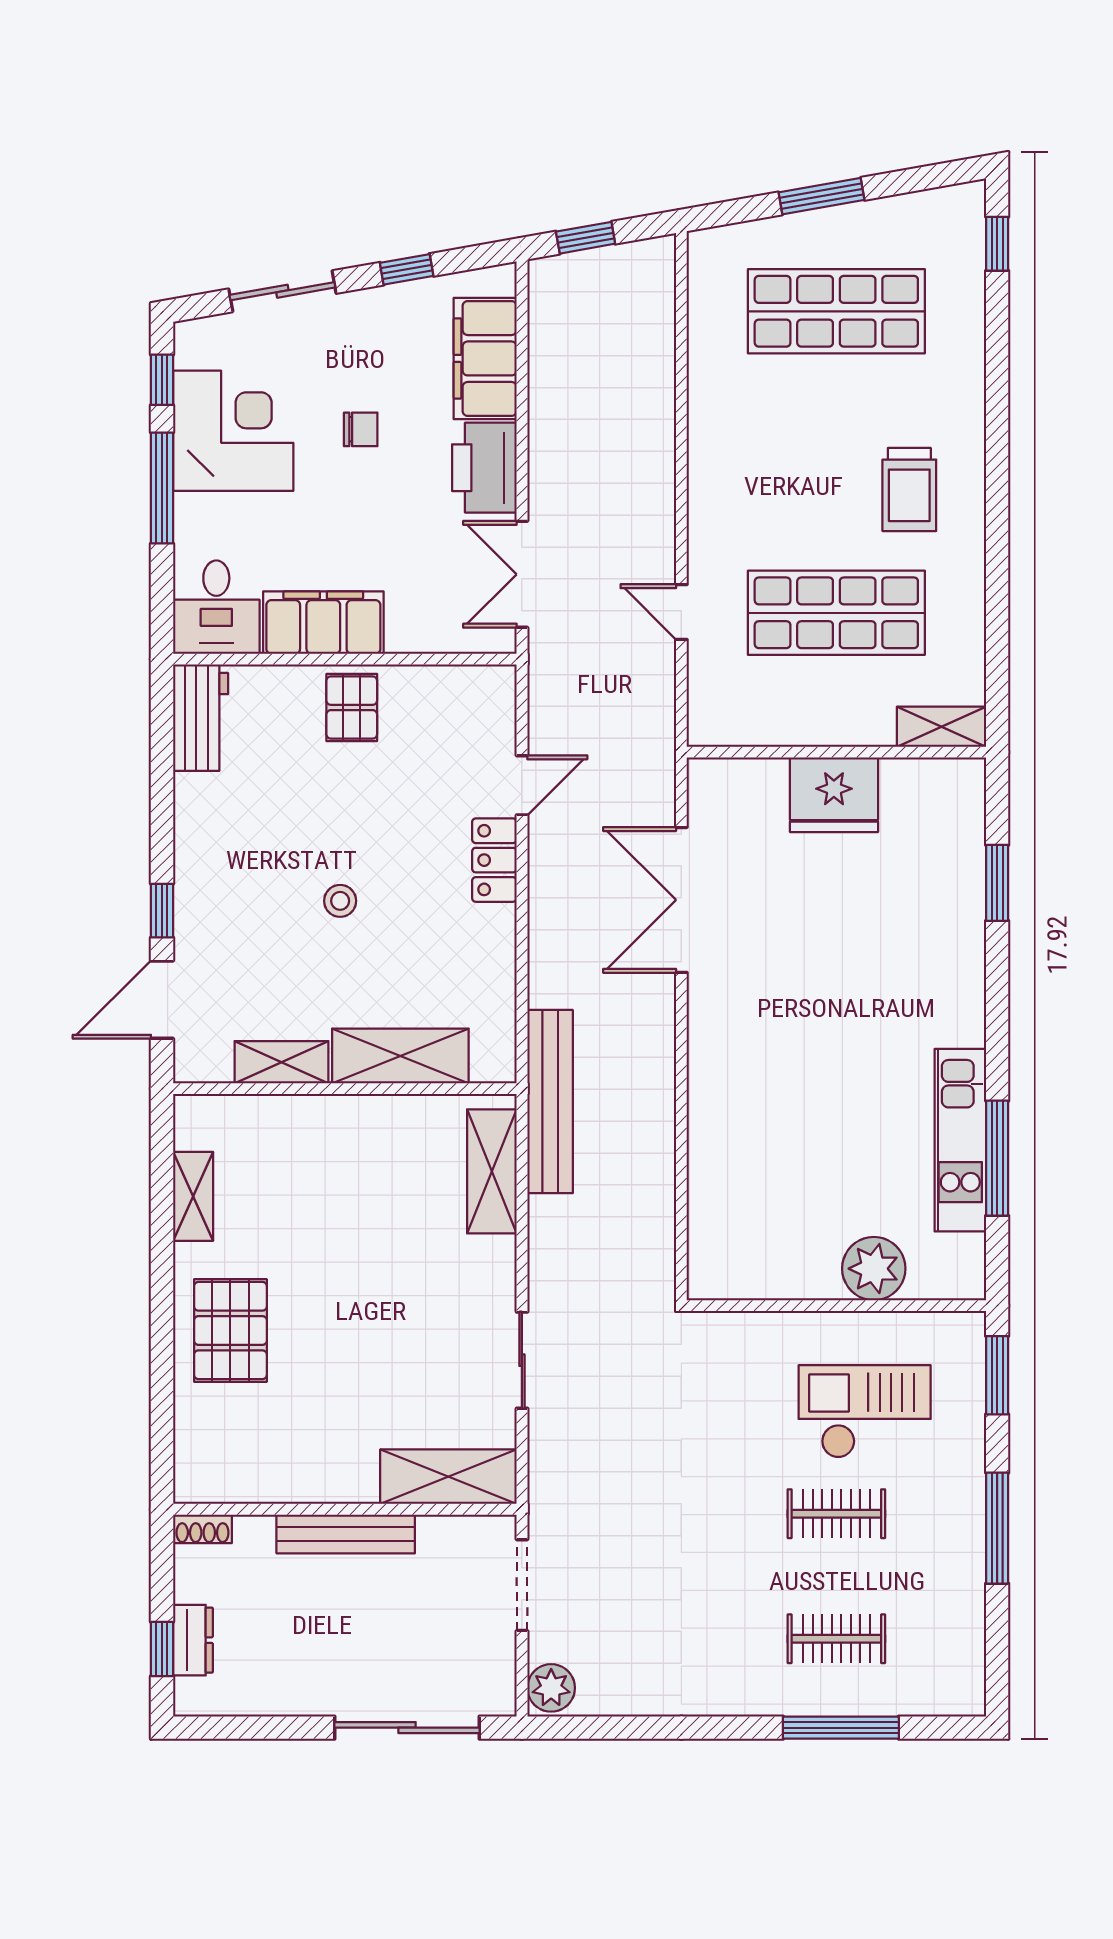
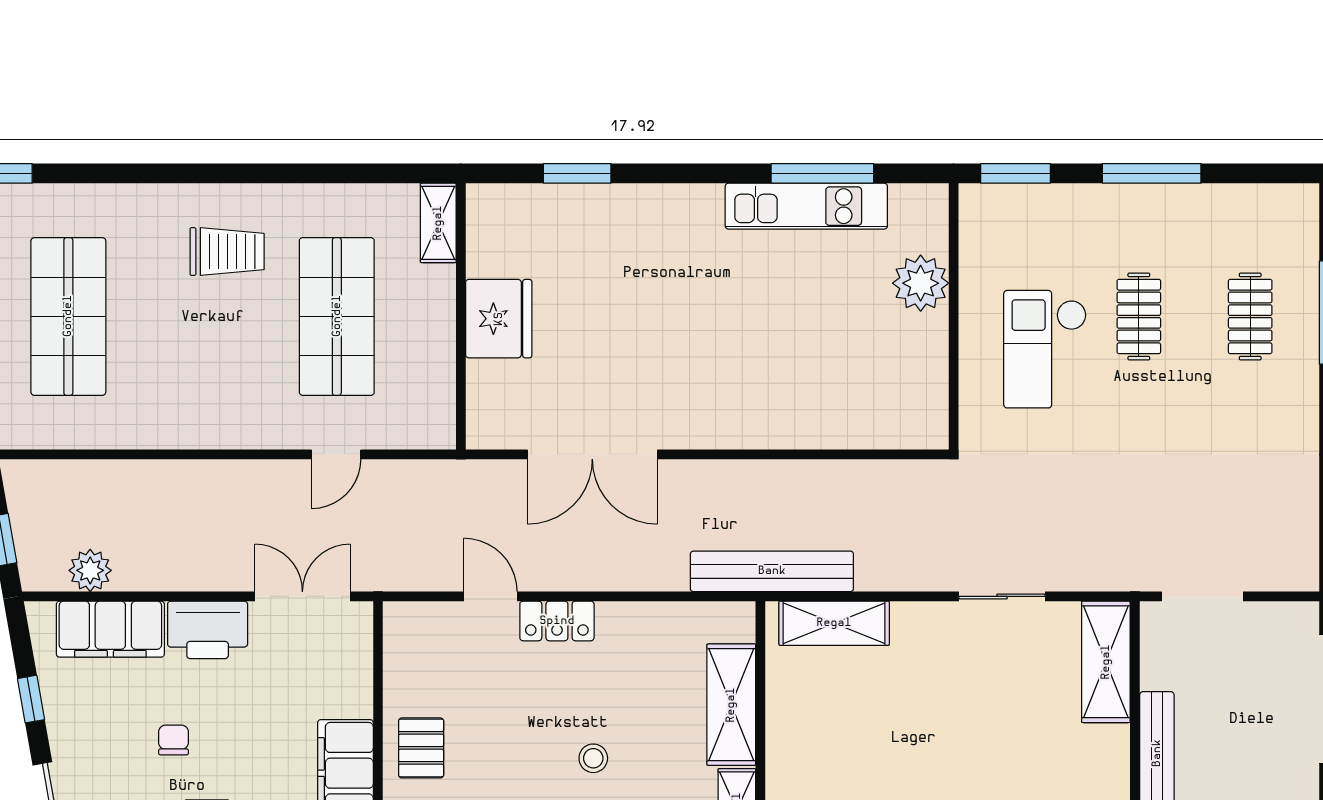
double door: (522, 574) -> (302, 596), swing flipped
pallet: (352, 707) -> (421, 748), turned 90
checkout: (865, 1412) -> (1045, 349), moved
plant: (551, 1688) -> (90, 570), moved

